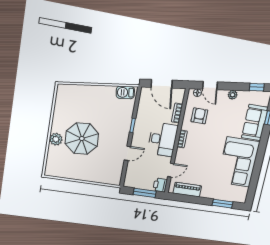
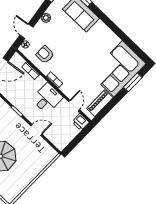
door: (210, 86) -> (26, 31), swing flipped
desk: (163, 139) -> (47, 98), width x0.73
door: (127, 153) -> (36, 130), hinge flipped
corner sofa: (238, 162) -> (118, 69), moved, turned 90
window: (145, 193) -> (78, 138), removed

